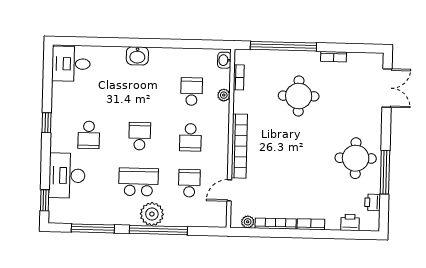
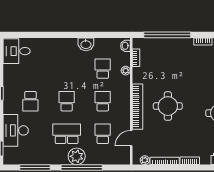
washbasin: (137, 56) -> (86, 44), moved
round table: (299, 96) -> (168, 106), moved
school desk: (190, 137) -> (103, 101), turned 180

